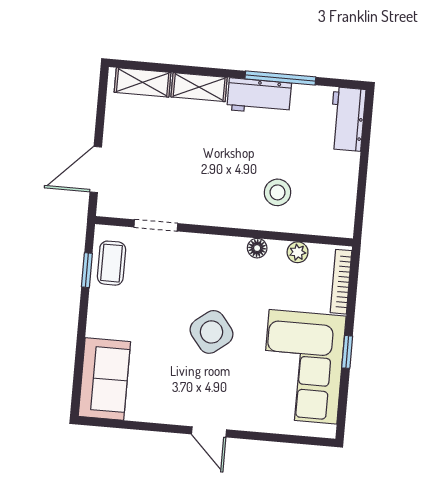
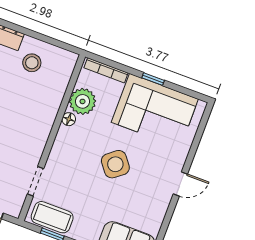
stool: (278, 192) -> (32, 63), moved
plant: (298, 252) -> (83, 101), width x1.87, depth x1.87
coffee table: (111, 263) -> (52, 217), width x1.36, depth x1.30

